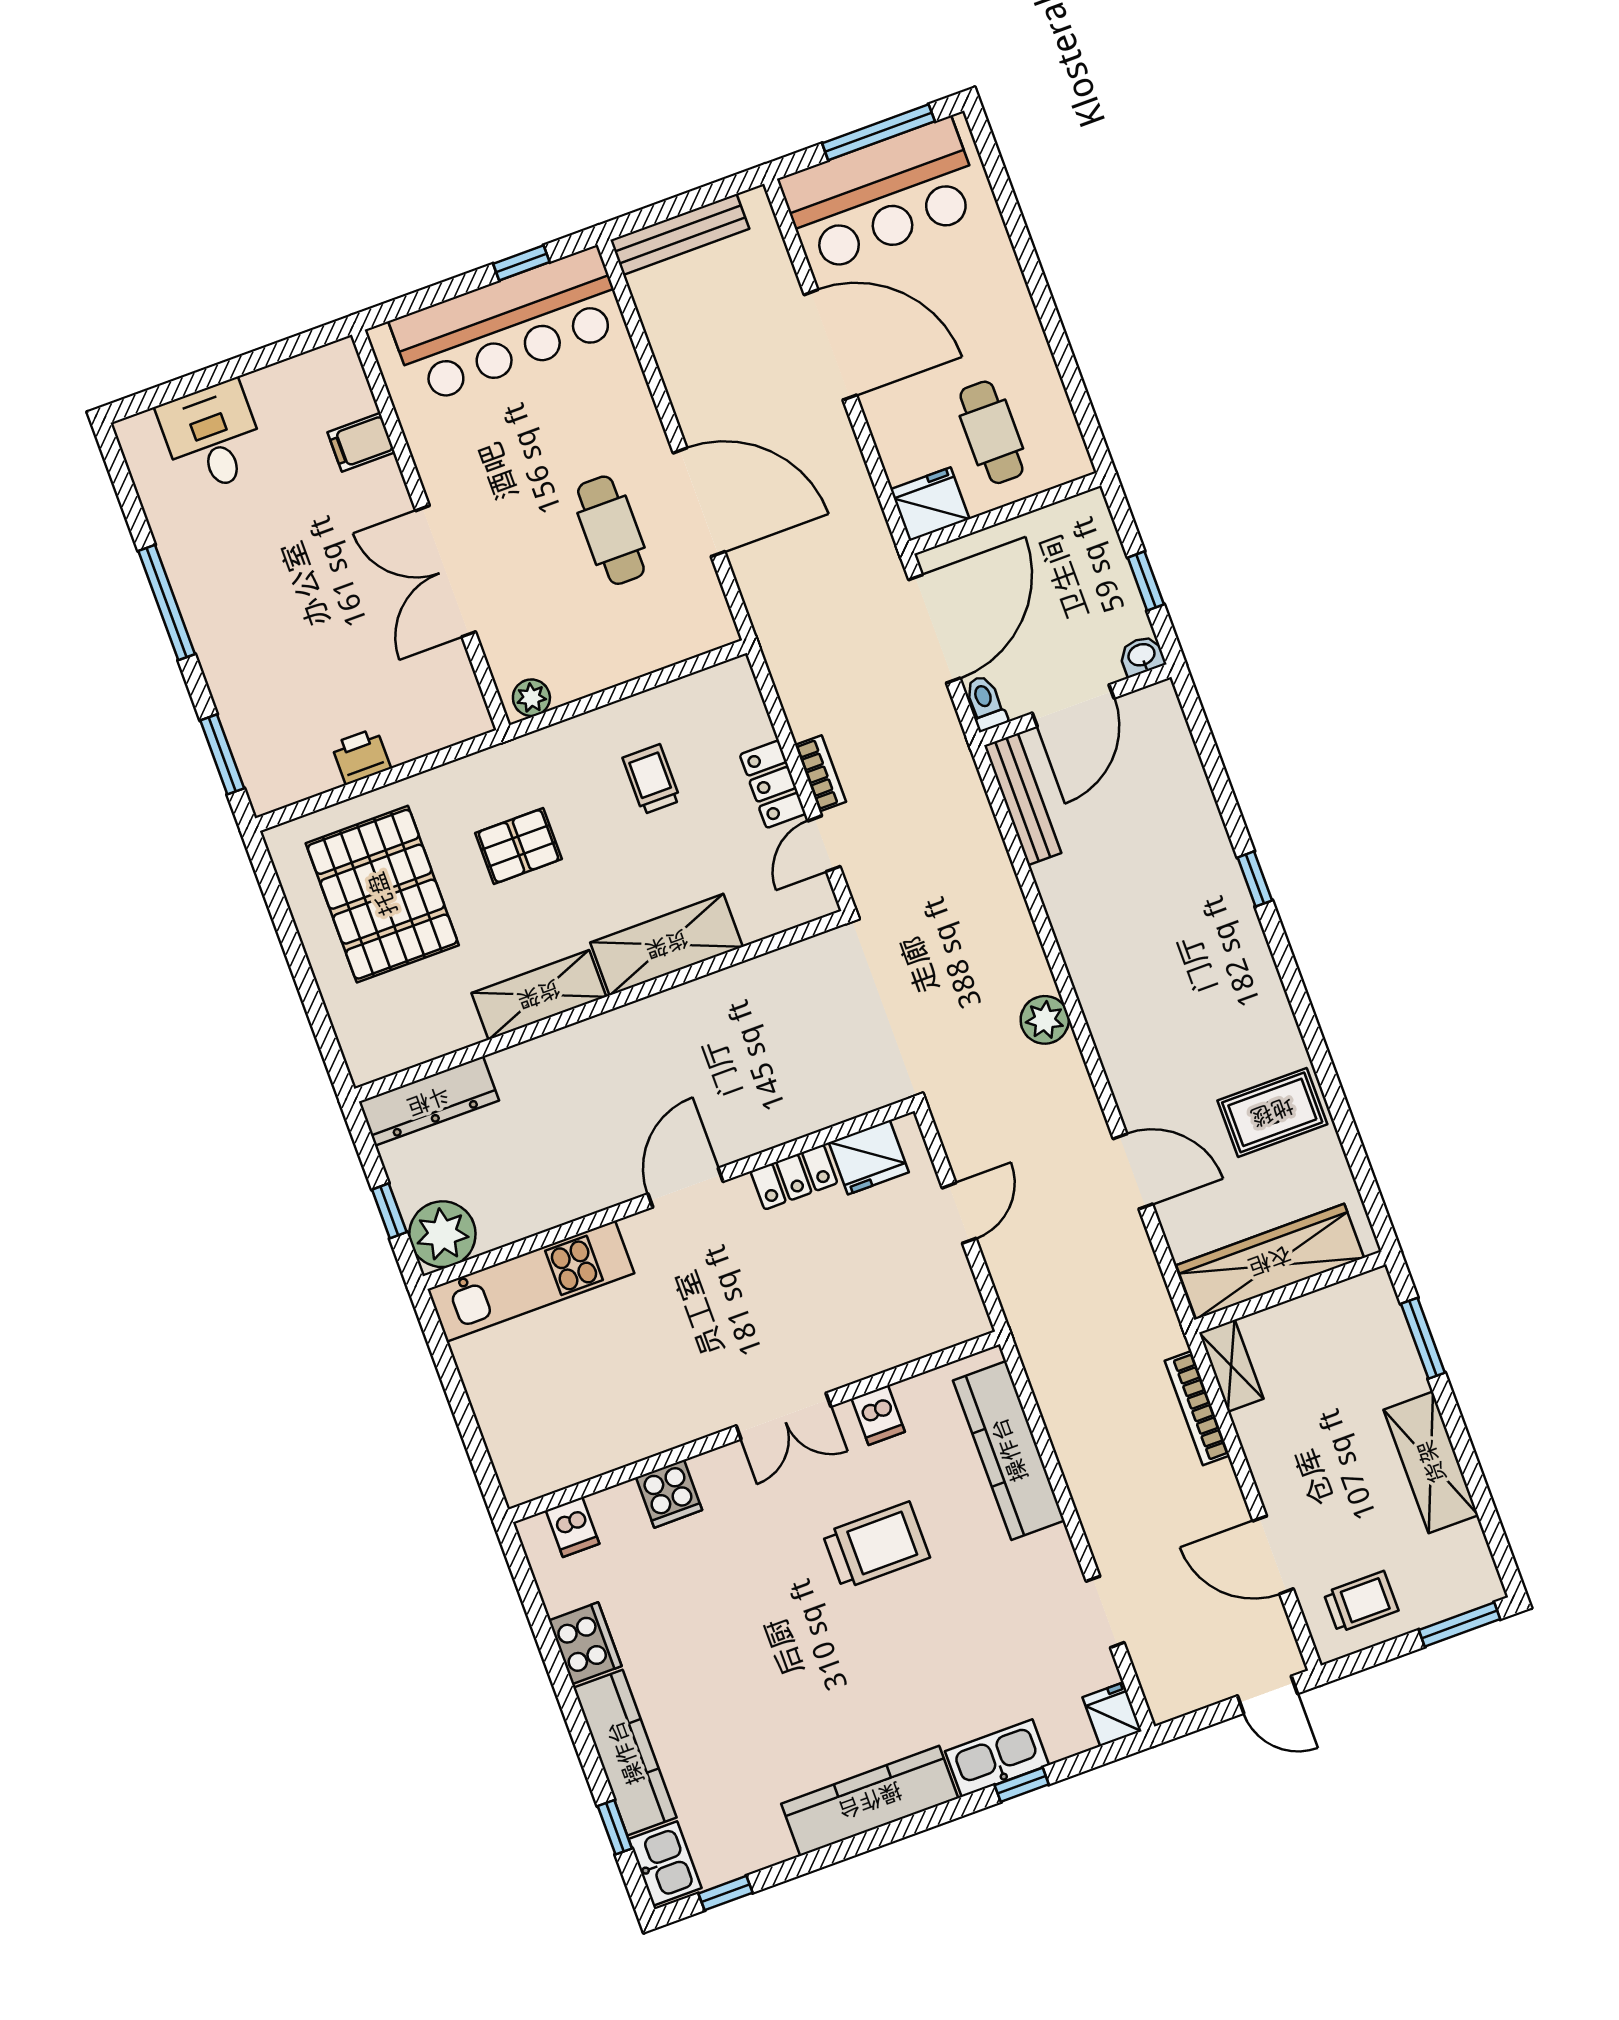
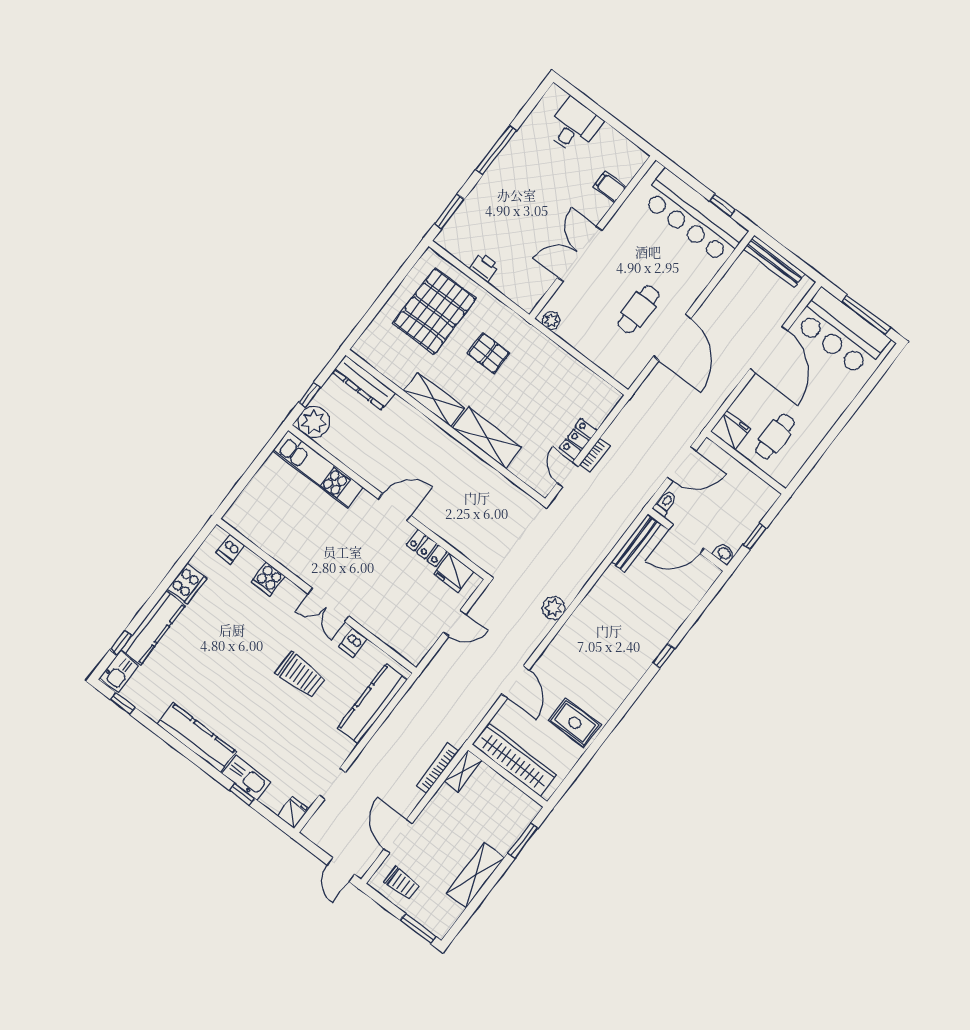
door: (934, 629) -> (682, 464), width x0.73
trolley: (651, 779) -> (549, 389), removed
door: (824, 844) -> (568, 475), hinge flipped

